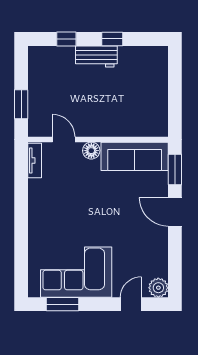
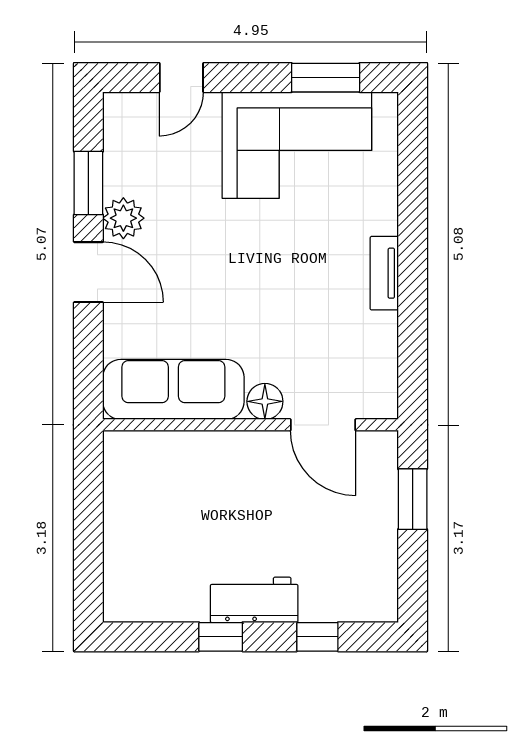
door: (64, 140) -> (323, 425), width x1.38
tv unit: (35, 160) -> (384, 273), moved
window: (175, 170) -> (88, 183), moved
plant: (158, 288) -> (123, 218), moved

